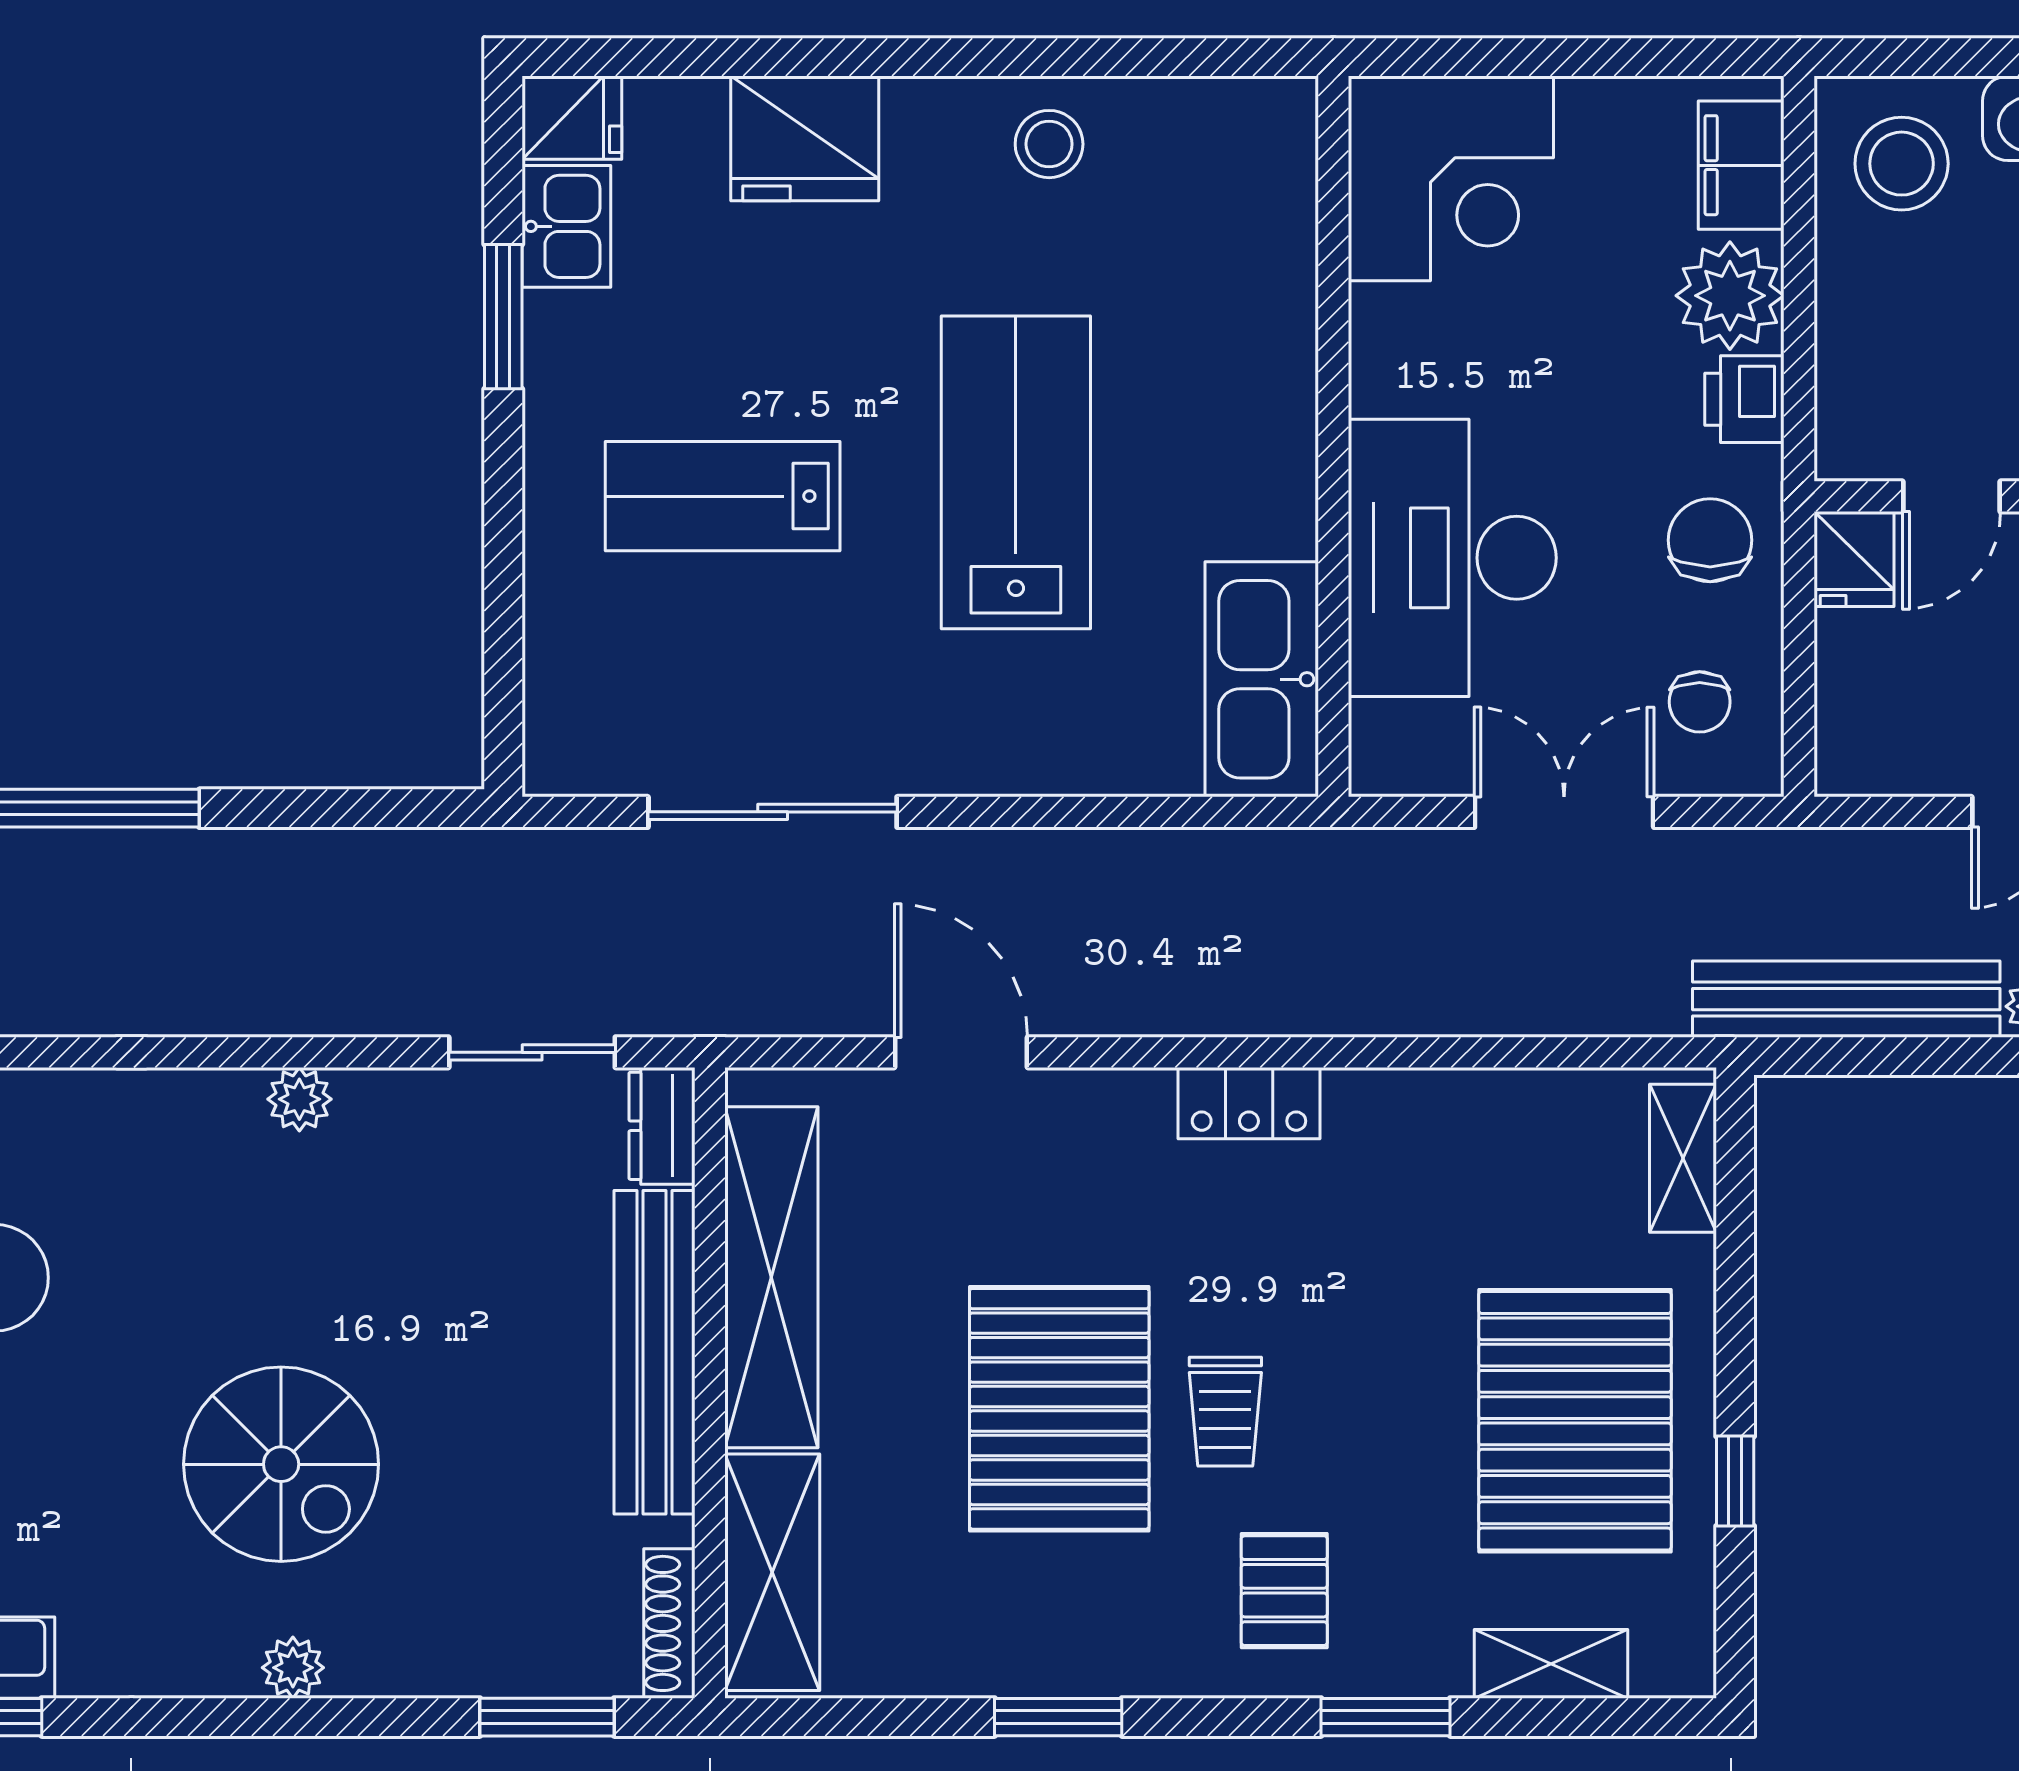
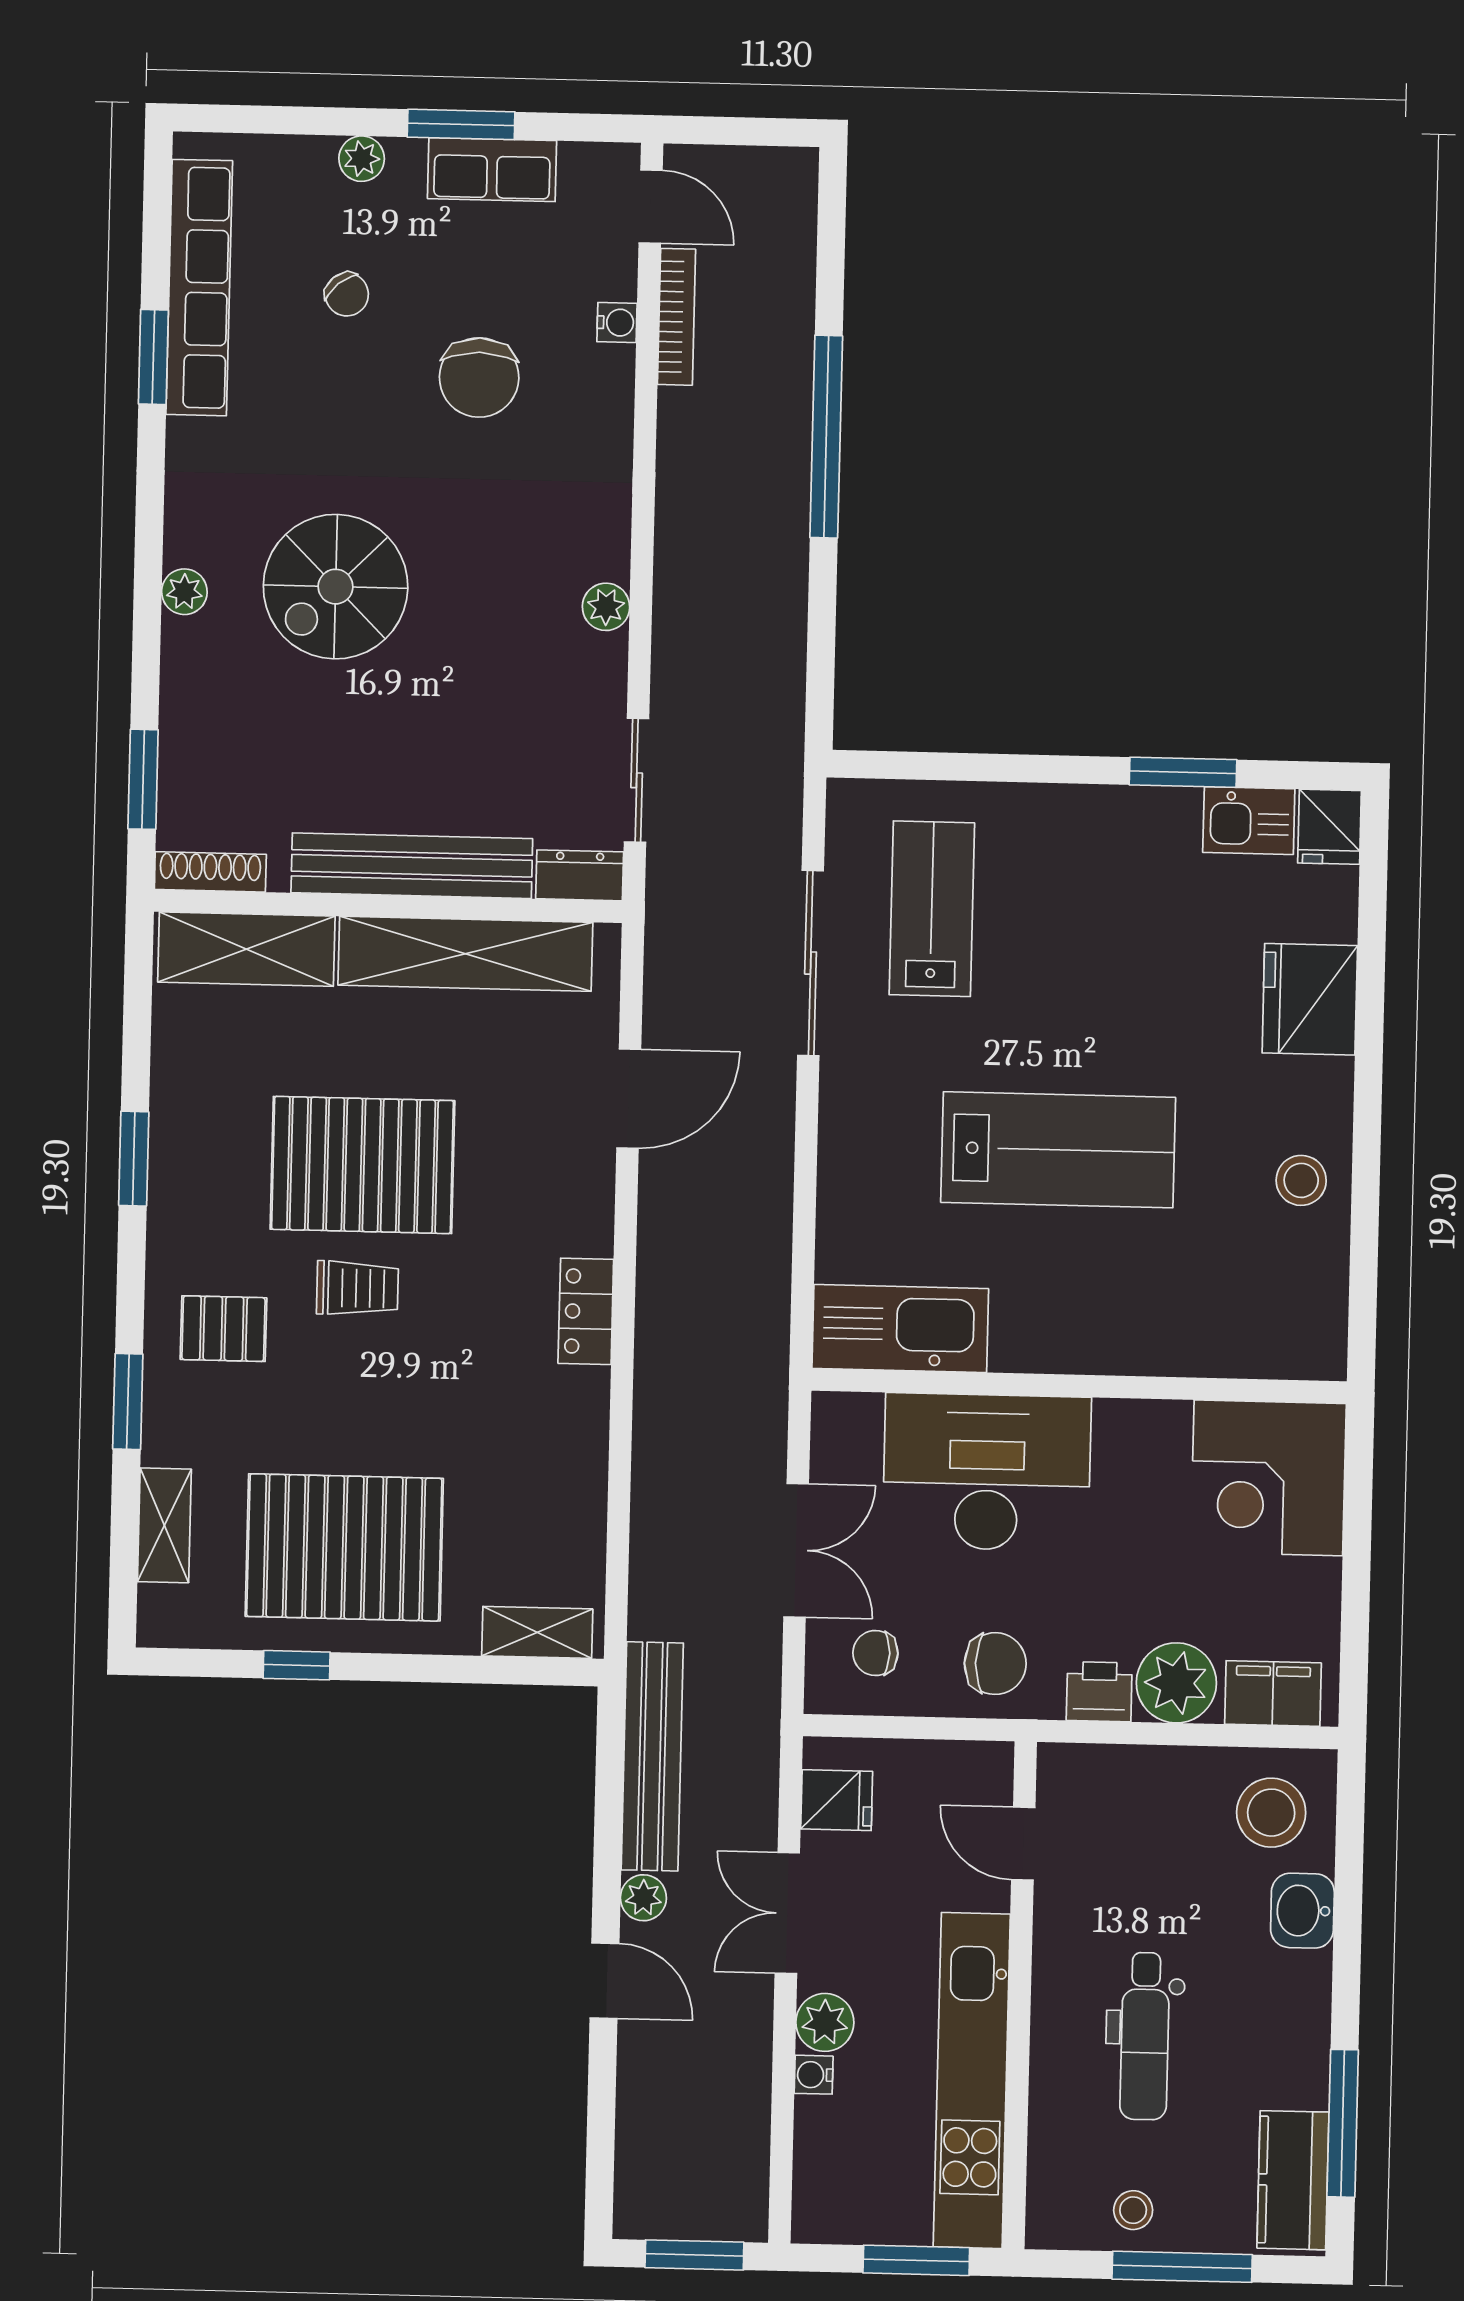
lab bench: (723, 496) -> (932, 909), moved
fridge: (1854, 559) -> (837, 1800), moved, turned 180
trolley: (1225, 1412) -> (357, 1288), turned 180

